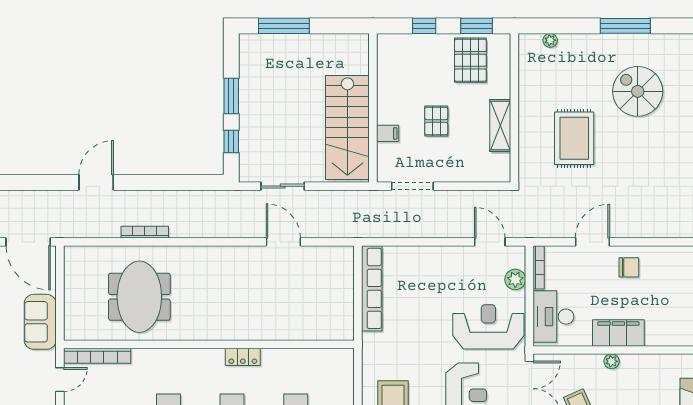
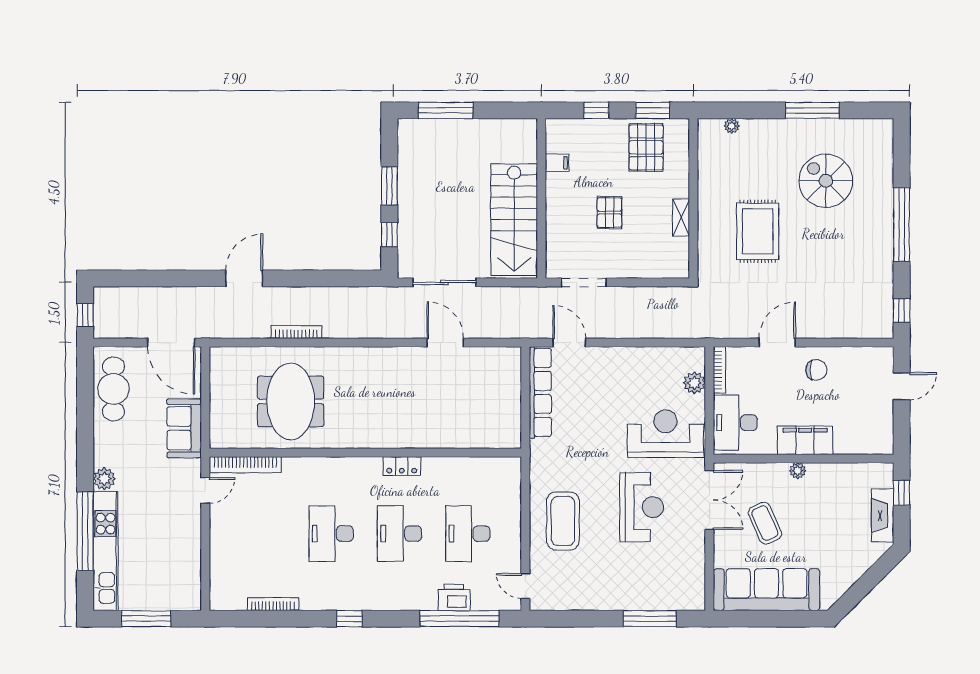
shelving: (500, 126) -> (681, 218), width x0.67, depth x0.75
filing cabinet: (388, 133) -> (557, 163), moved
sliding door: (283, 186) -> (445, 282), width x1.37
door: (490, 242) -> (569, 343), moved

